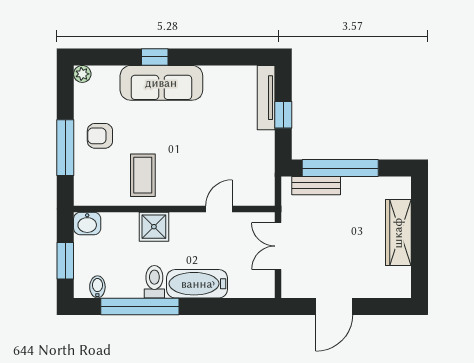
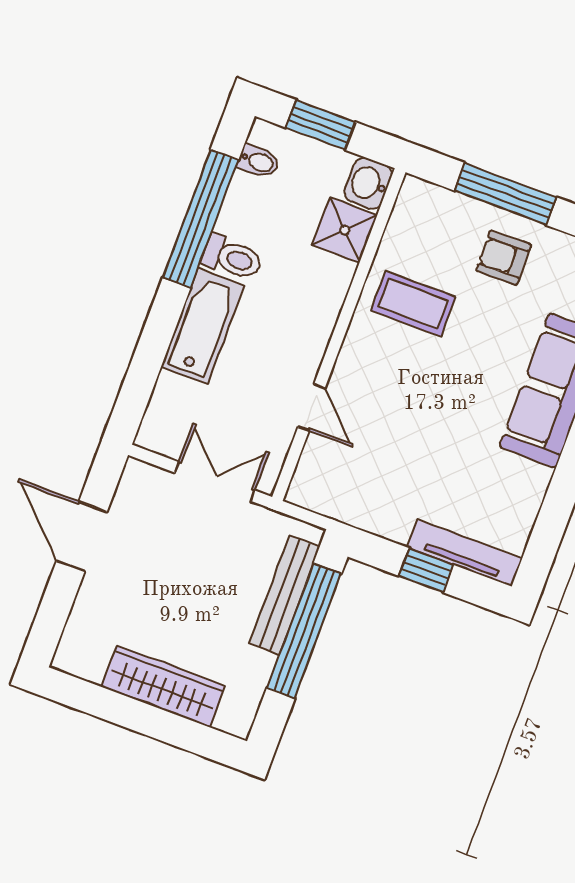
armchair: (100, 136) -> (504, 258), turned -91
bench: (316, 186) -> (285, 595), width x1.36
shower: (154, 227) -> (345, 230), moved

